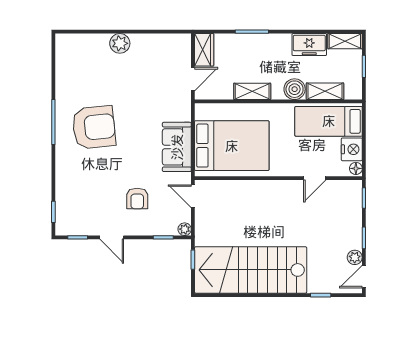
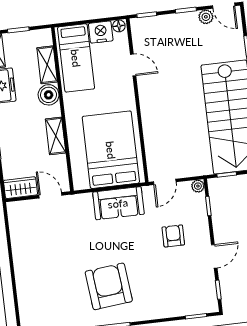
plant: (120, 43) -> (24, 271), removed
armchair: (137, 198) -> (173, 236), turned -90

